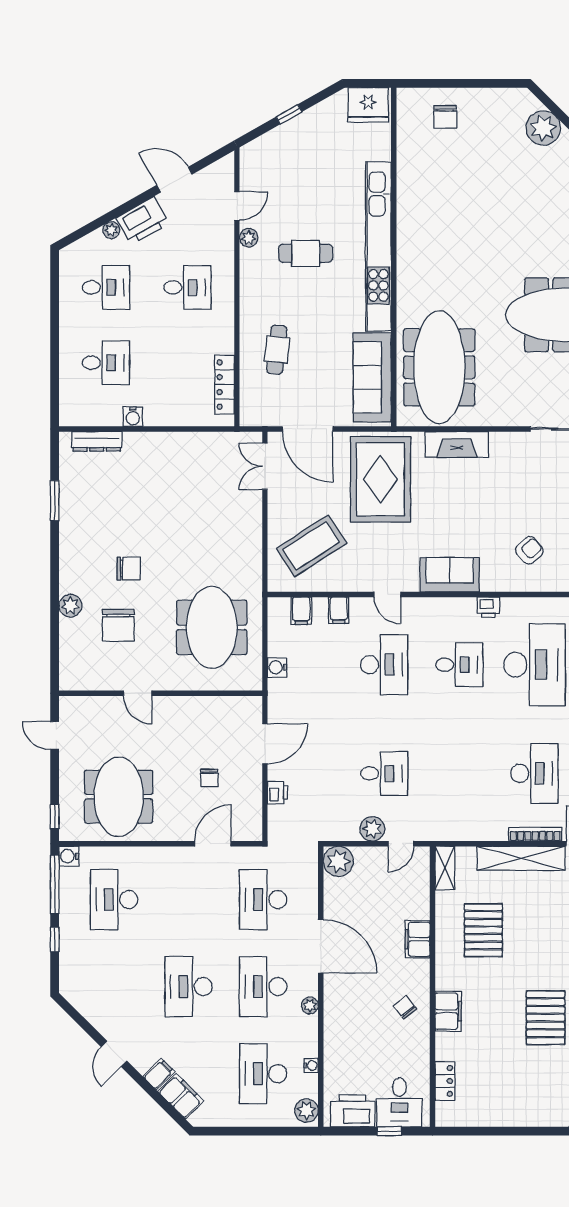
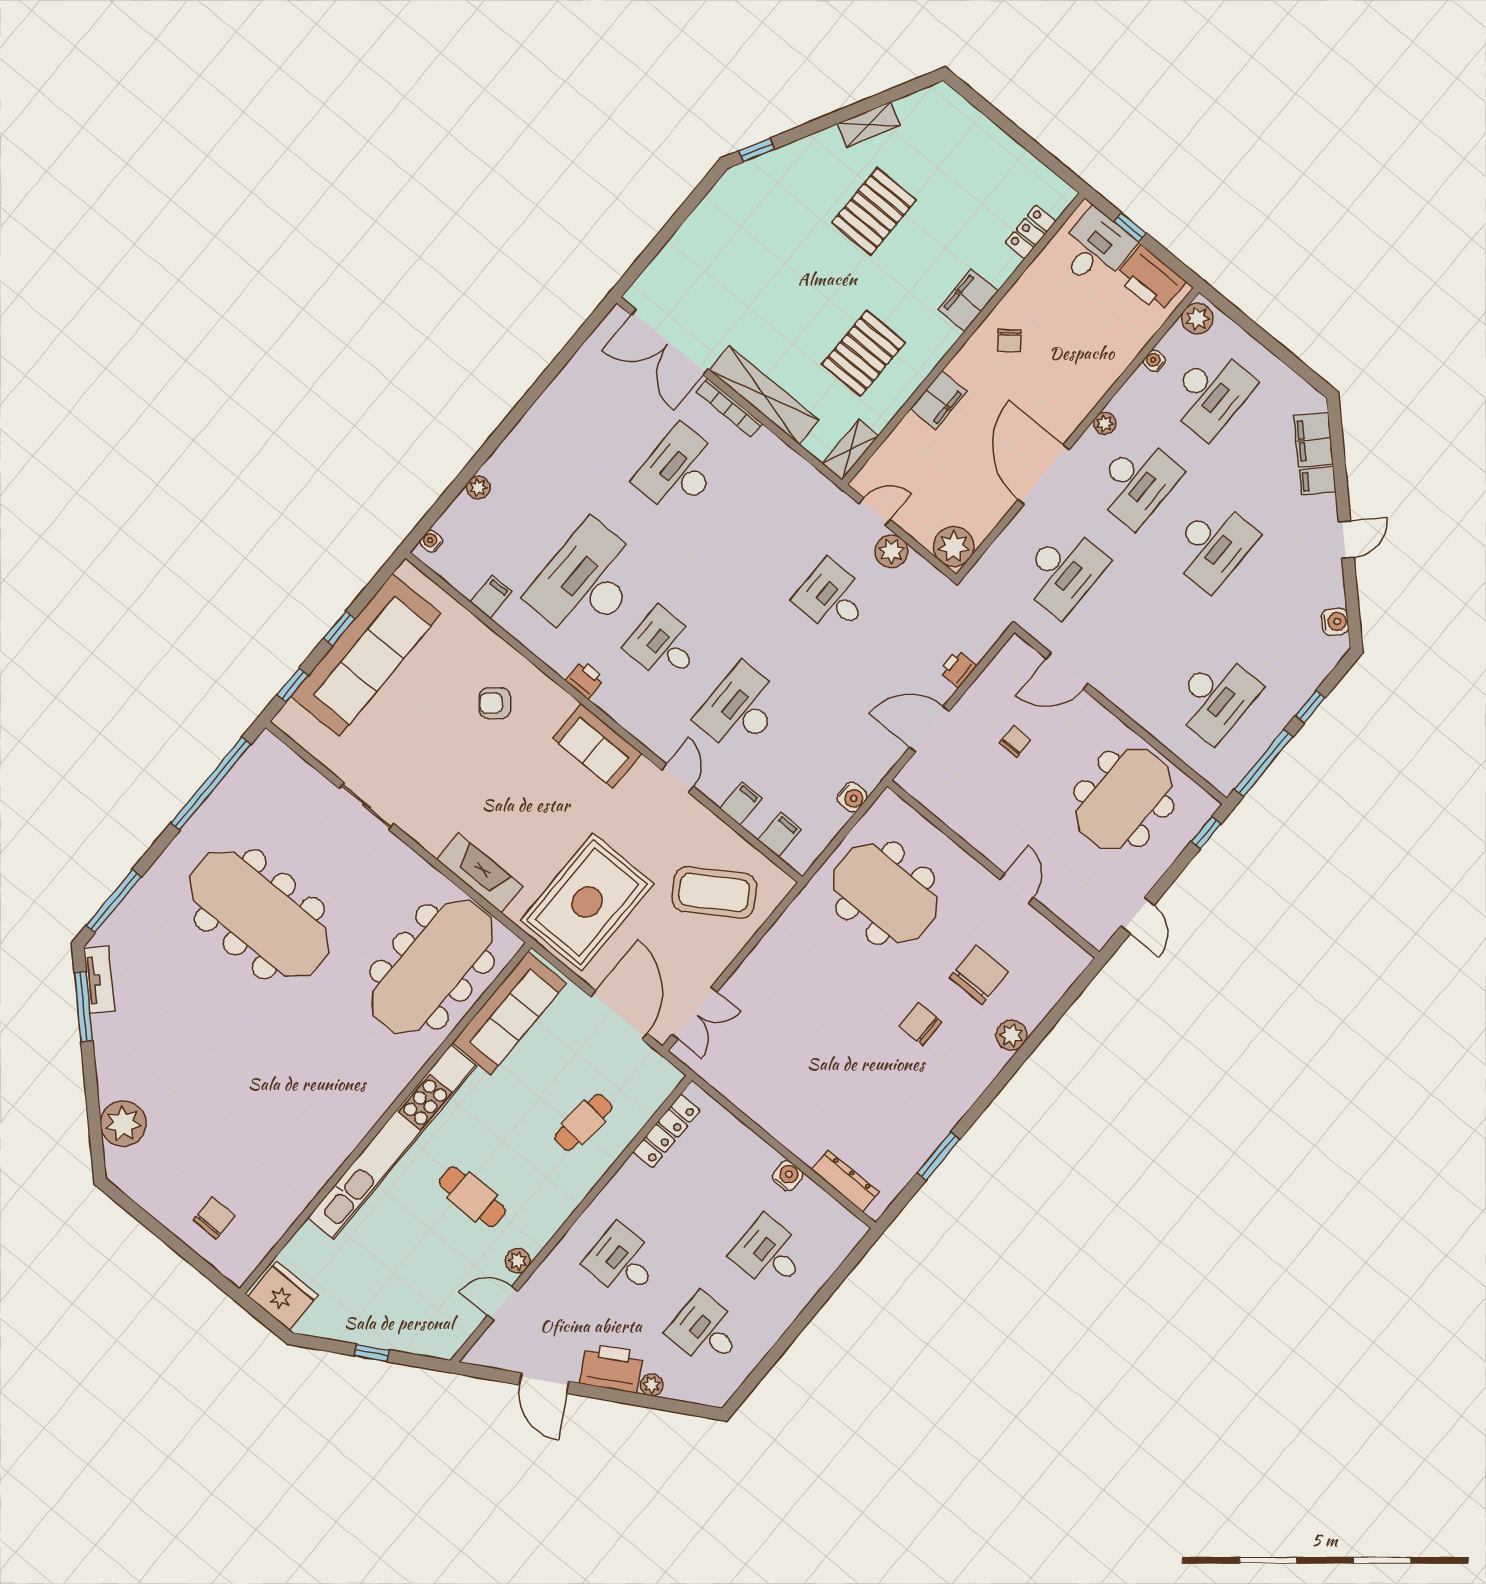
meeting table: (212, 627) -> (885, 893), turned 90
water cooler: (69, 856) -> (1335, 622), moved, turned -45

